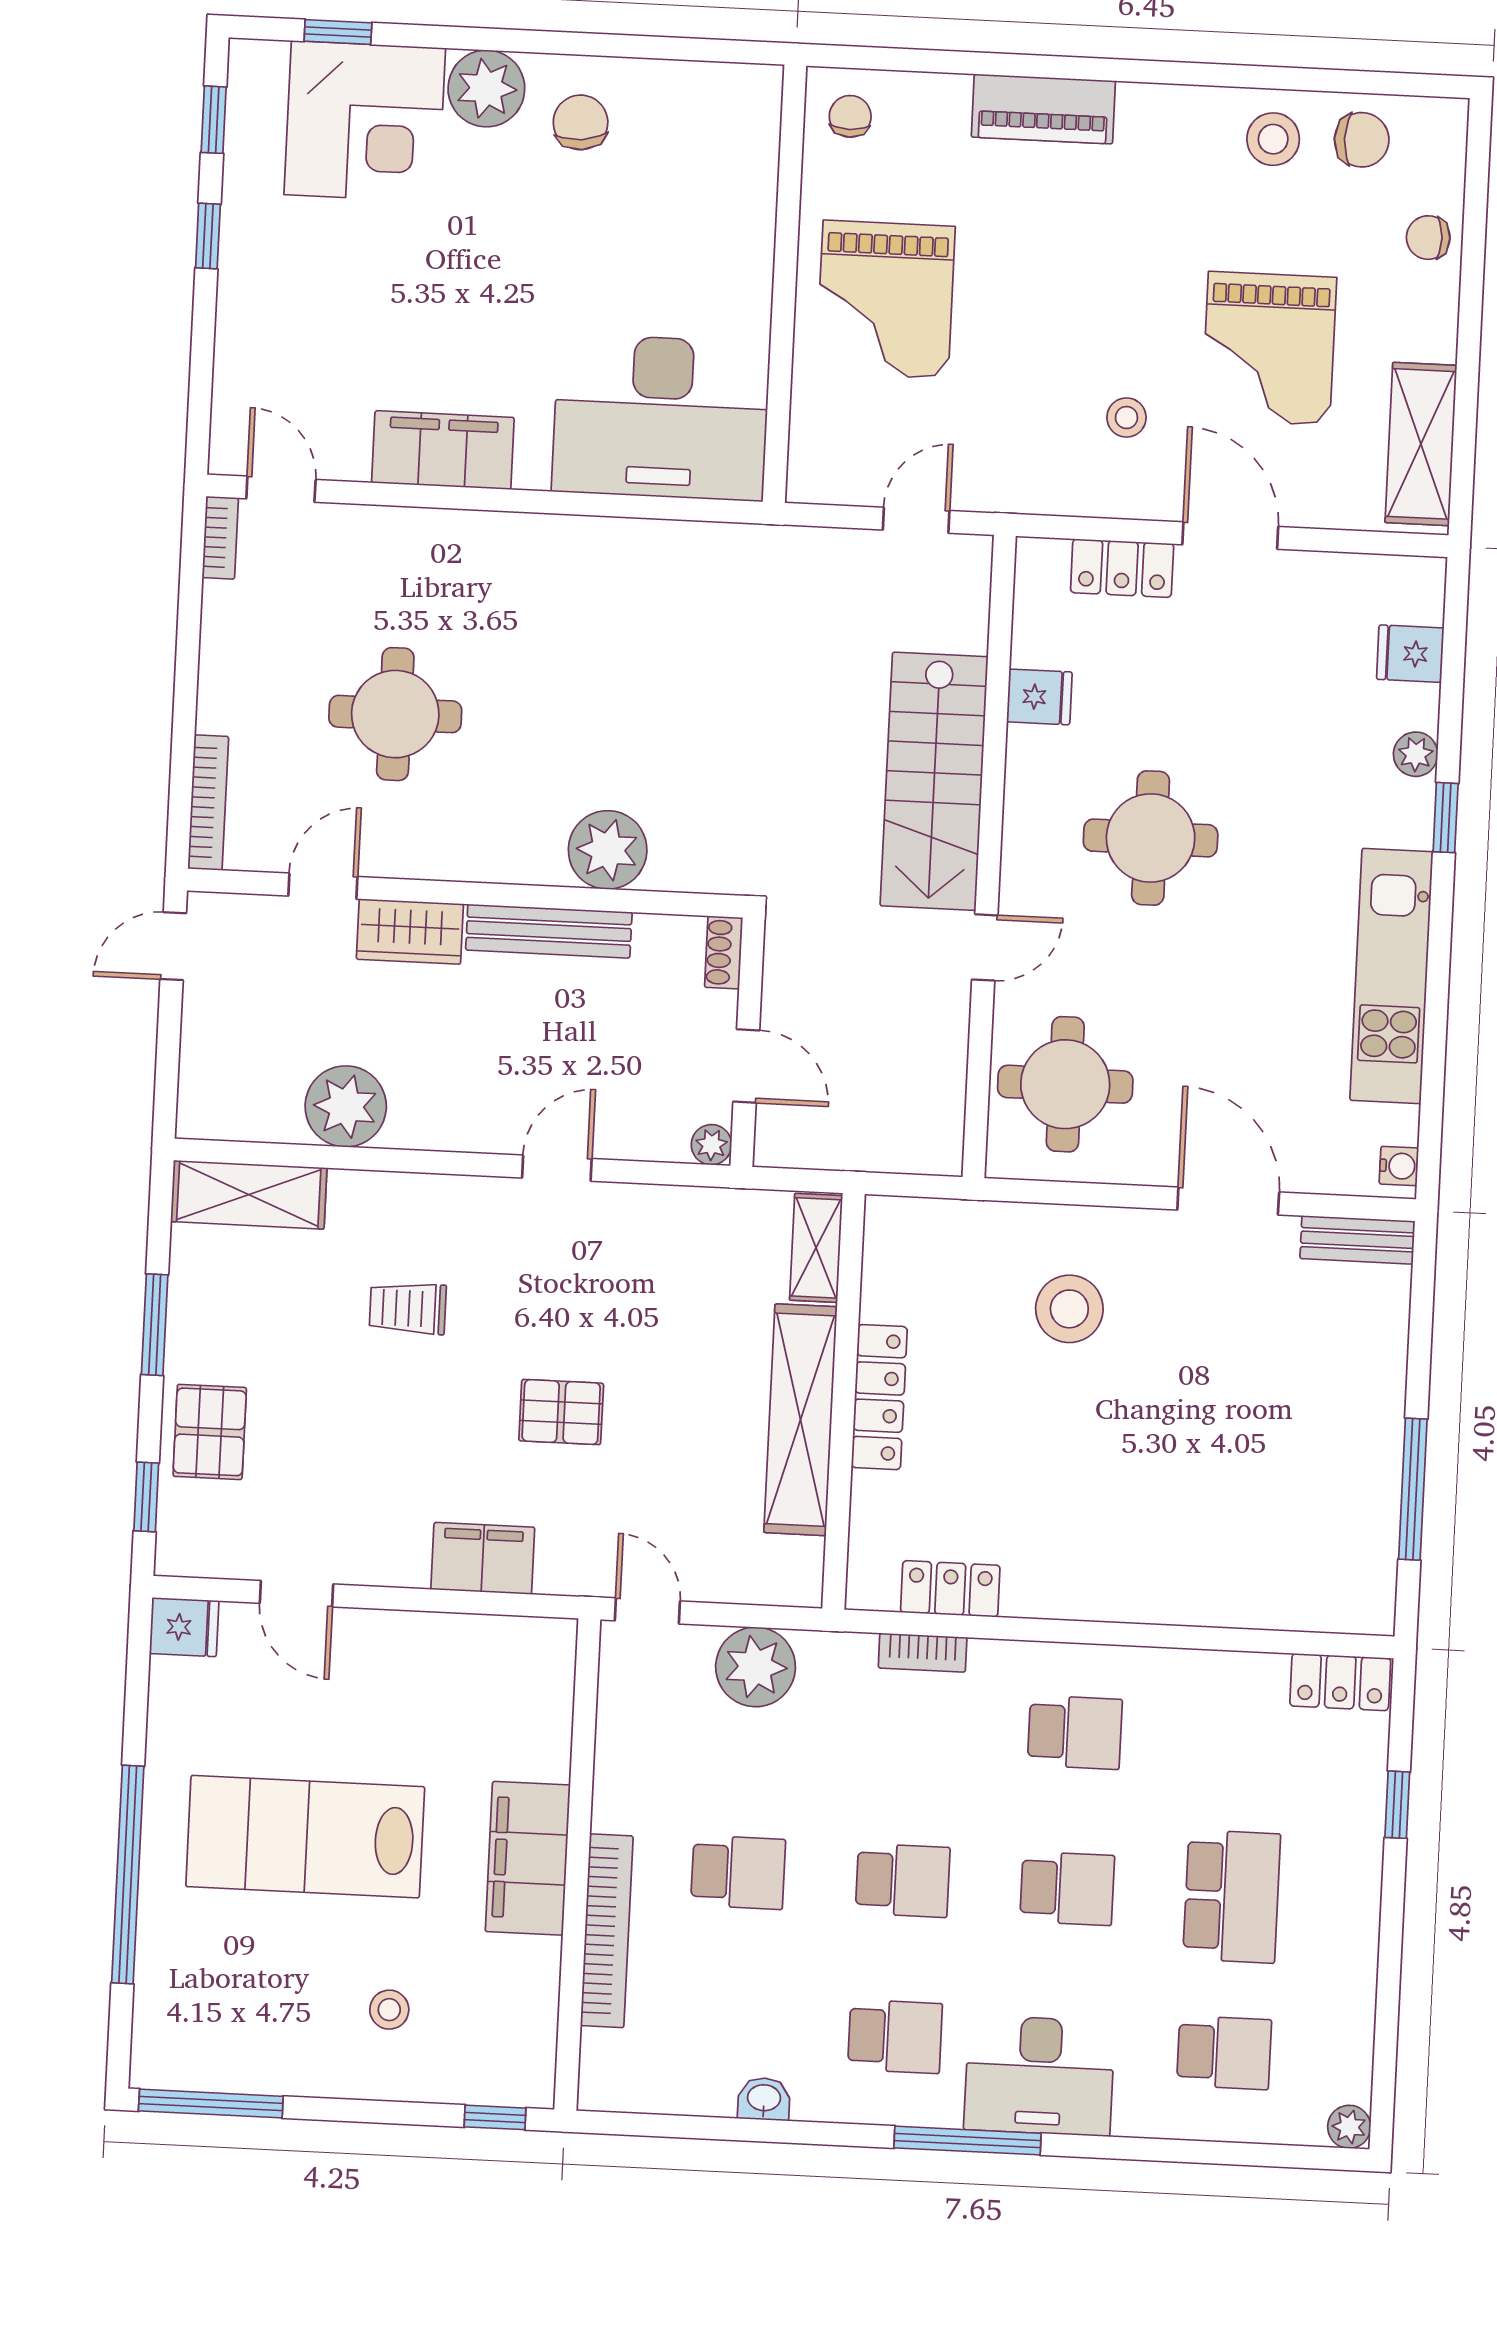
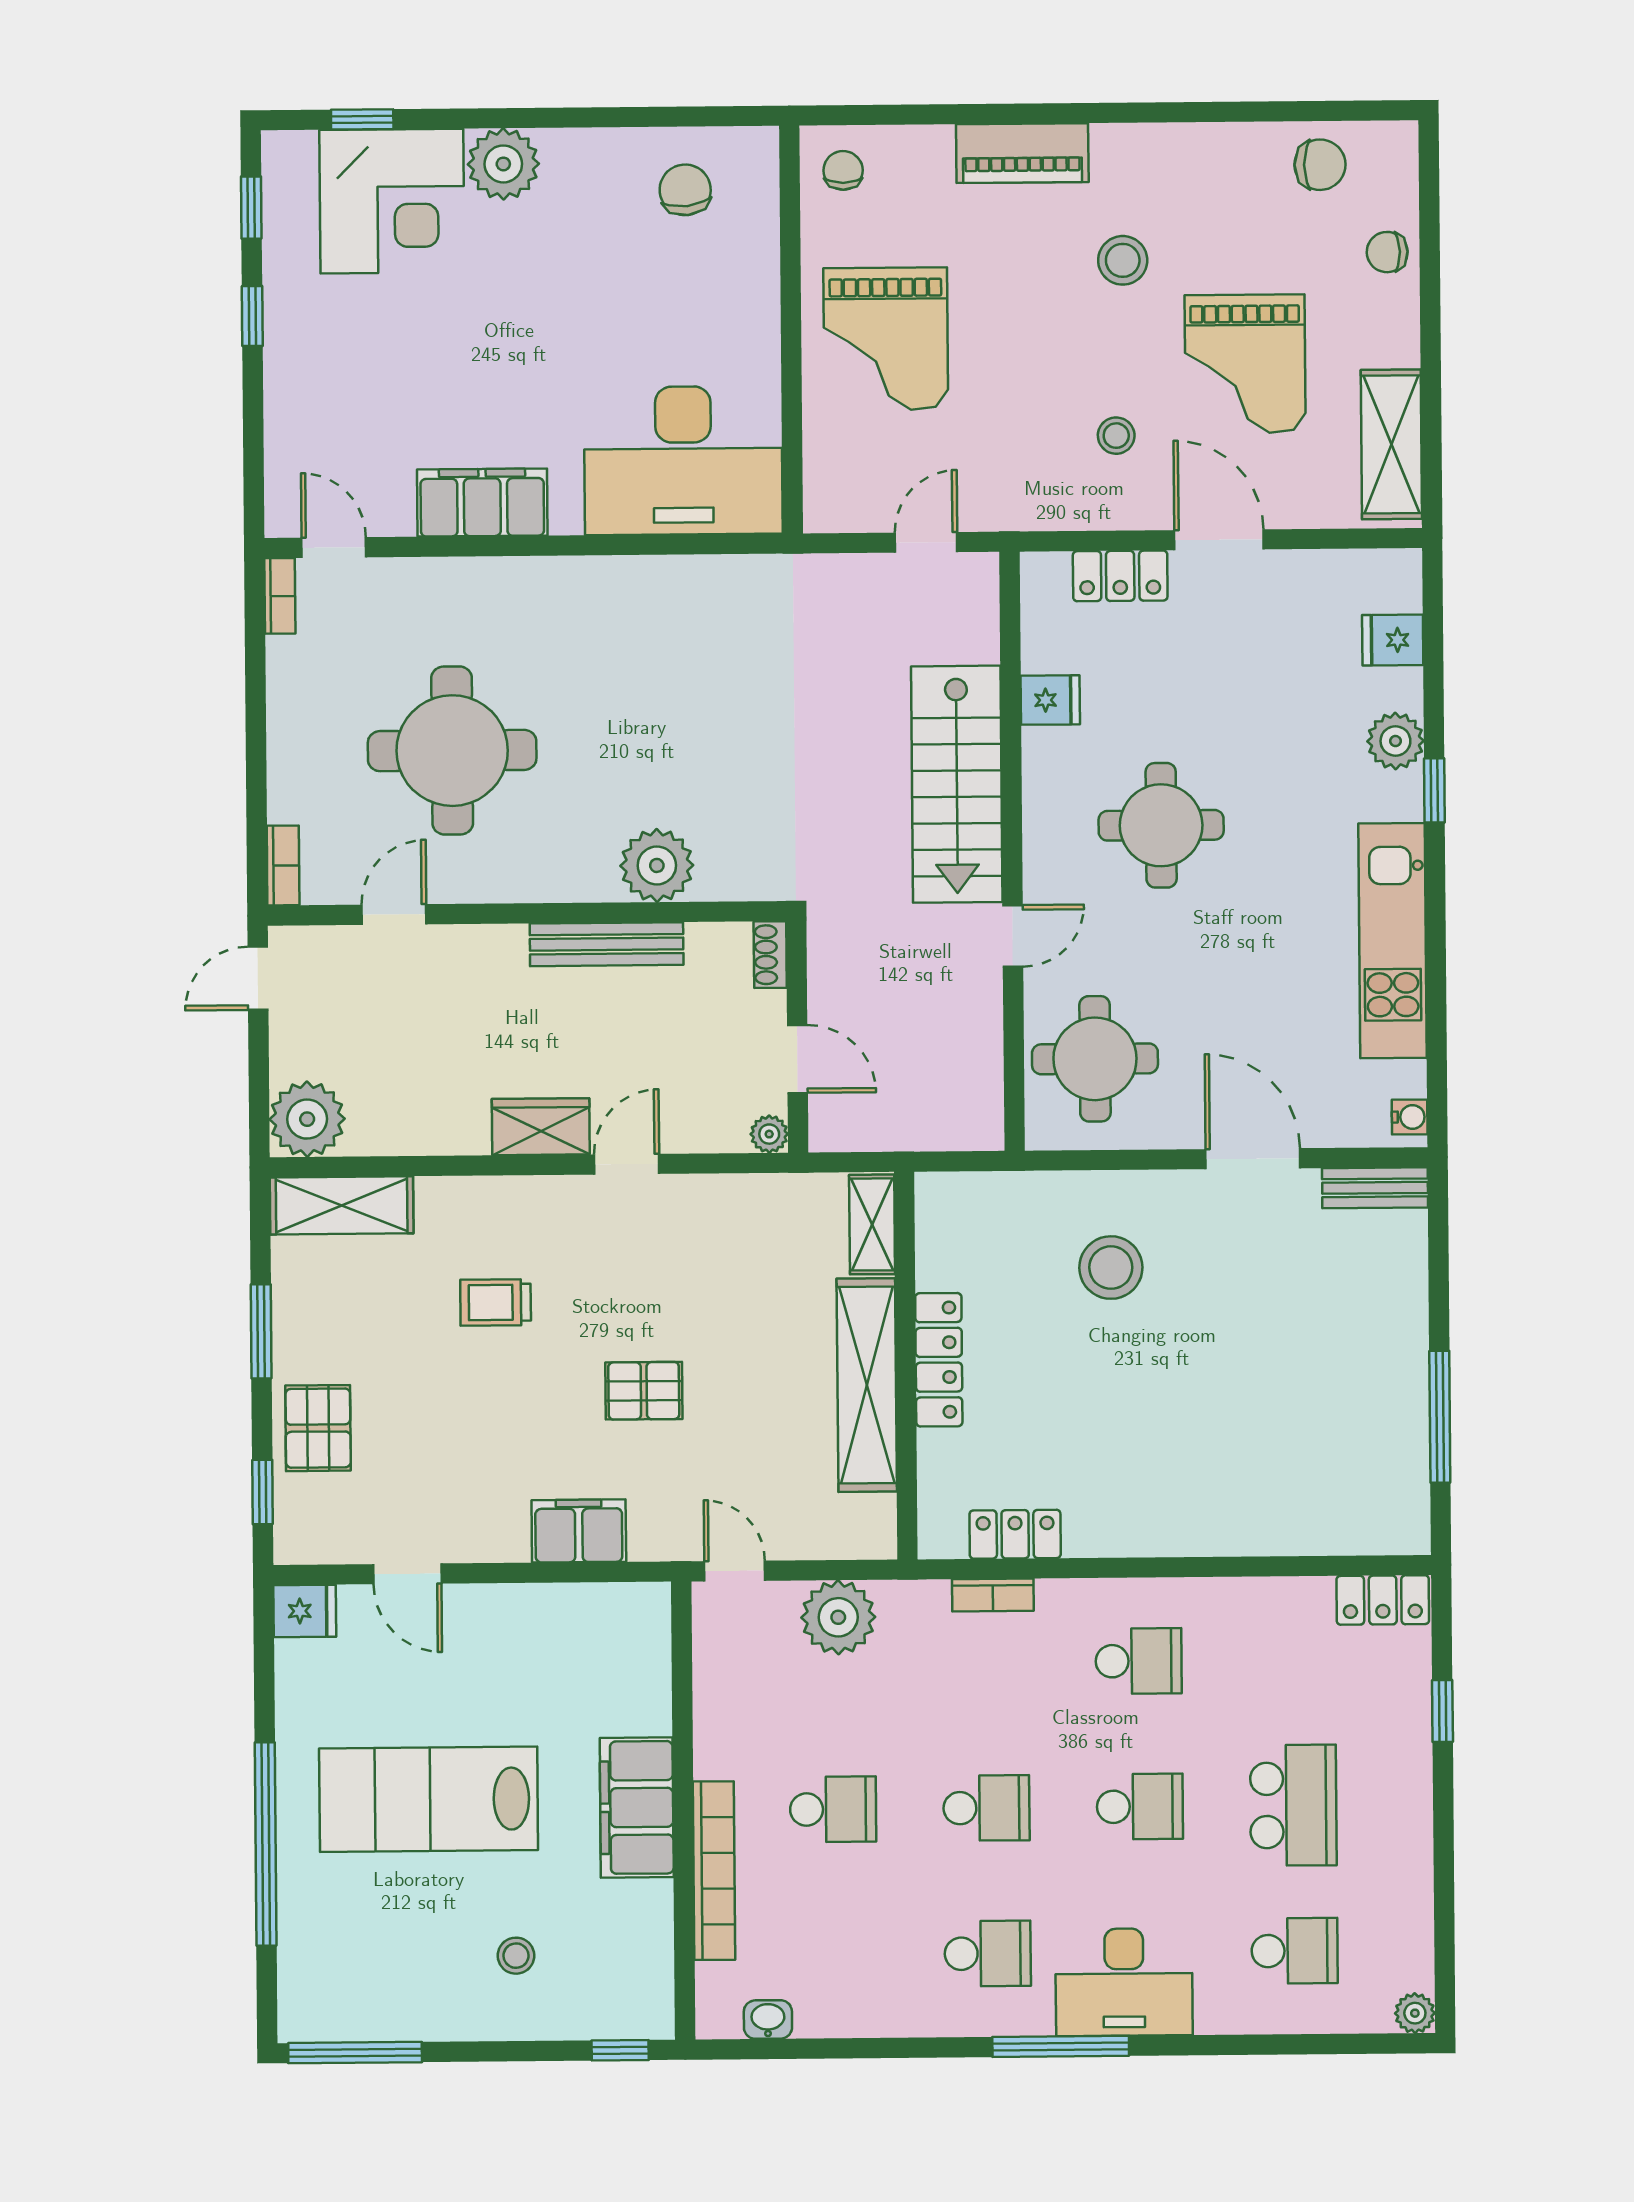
chair: (581, 122) -> (685, 190), moved
stool: (1273, 139) -> (1123, 260), moved
round table: (395, 714) -> (452, 751), width x1.36, depth x1.36
plant: (1416, 754) -> (1395, 741), width x1.38, depth x1.38
bookcase: (208, 803) -> (283, 865), width x0.64
wardrobe: (410, 932) -> (541, 1127), moved, turned 180
plant: (346, 1106) -> (307, 1119), moved
washbasin: (764, 2099) -> (768, 2020), moved

